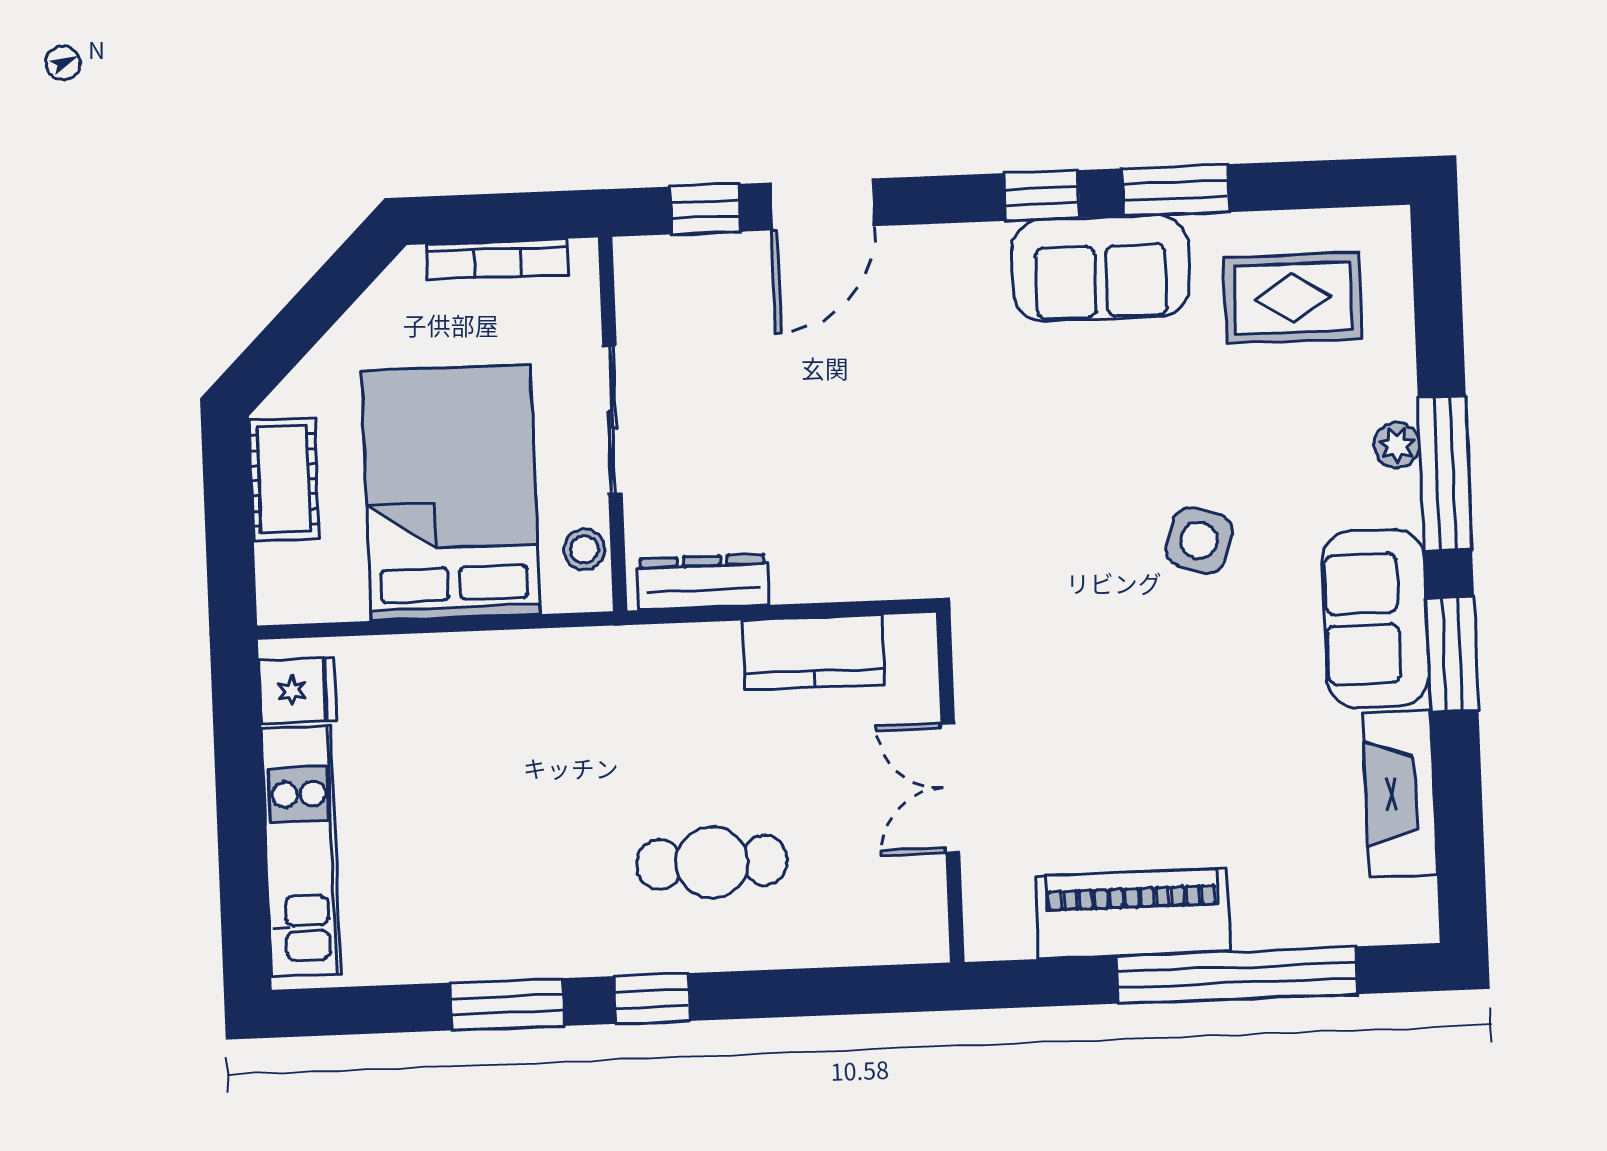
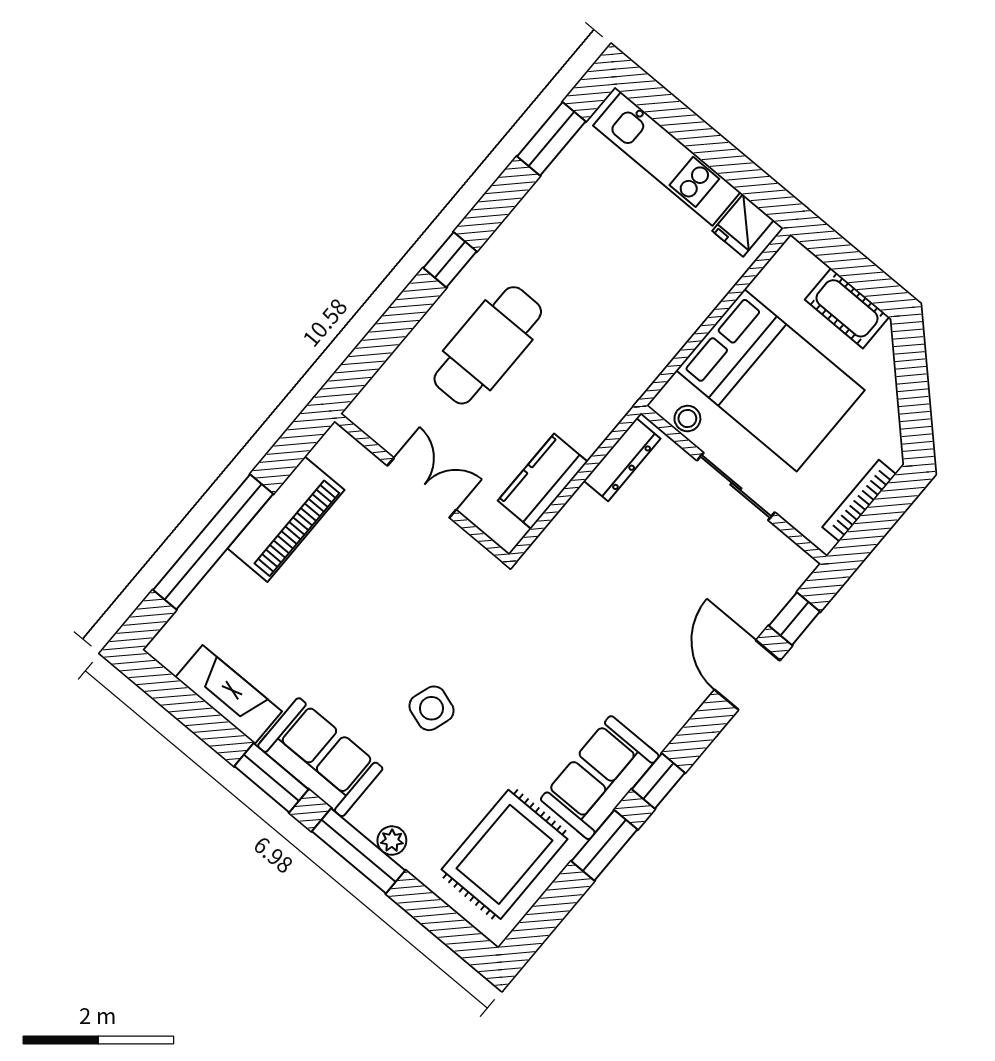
rug: (1293, 298) -> (504, 854), width x1.36, depth x1.43
cafe table: (712, 862) -> (488, 345), width x1.37, depth x1.35
window: (507, 1004) -> (551, 139), moved

